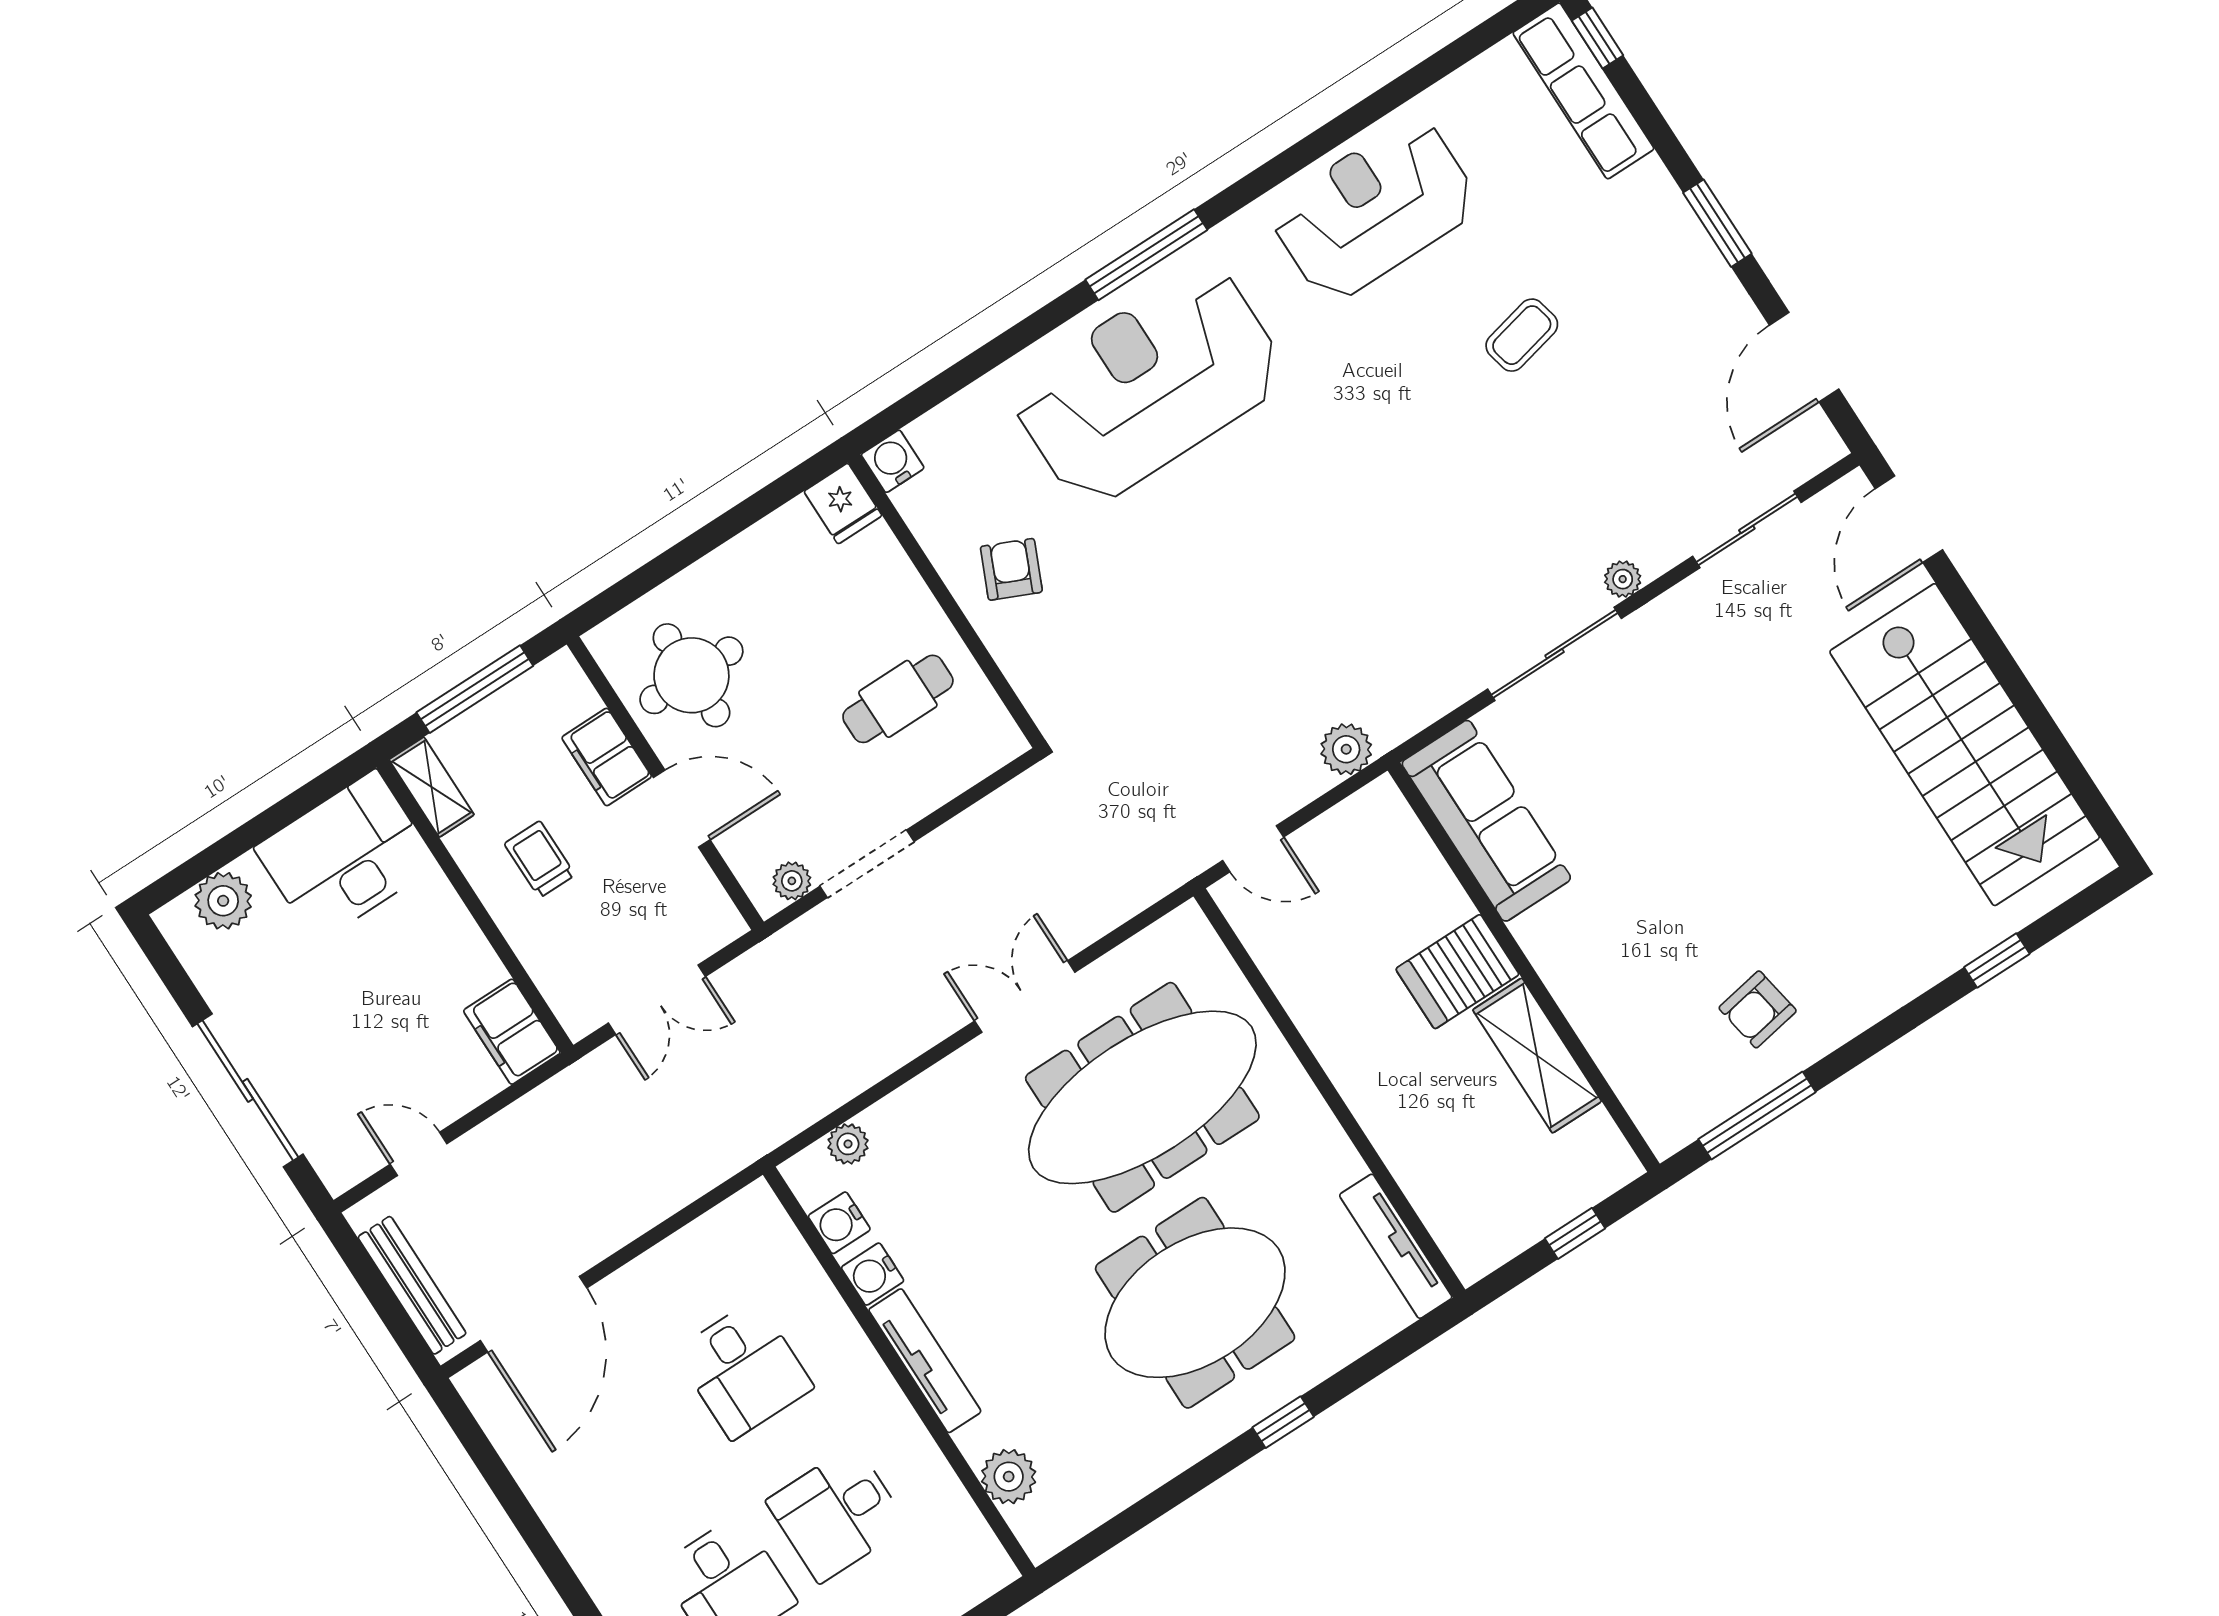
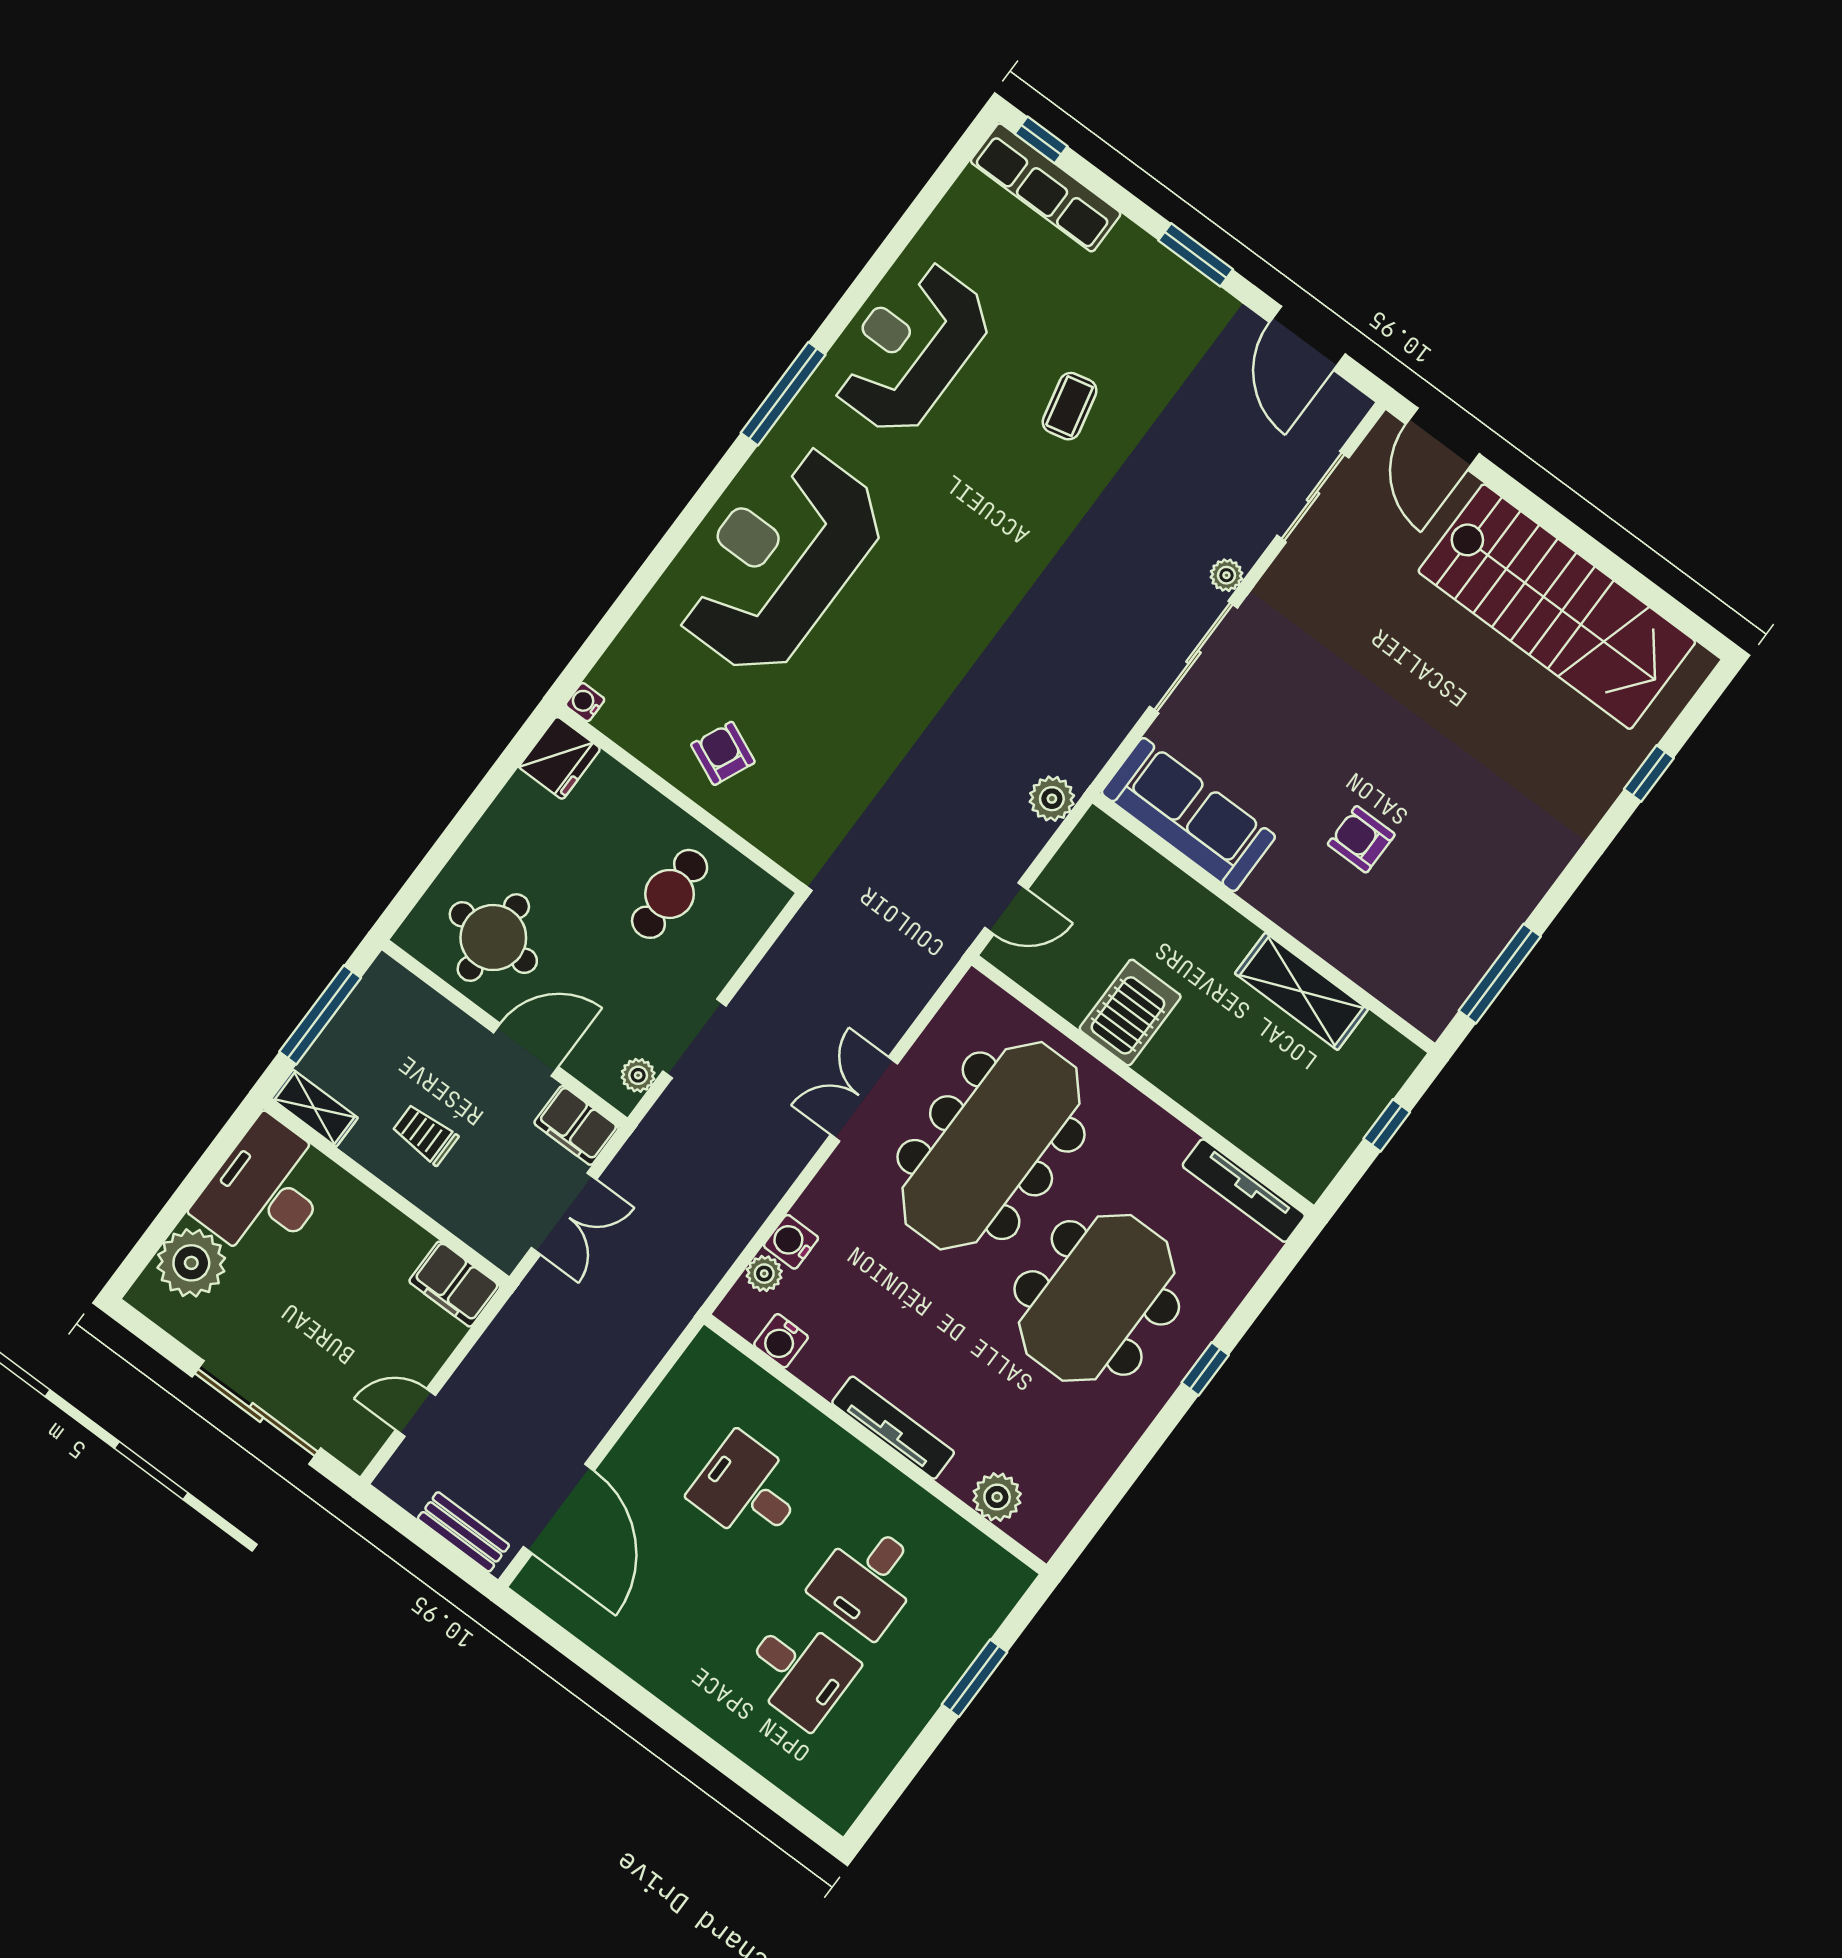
window: (1146, 255) -> (783, 394), moved
water cooler: (893, 461) -> (585, 702), width x0.72, depth x0.72
fridge: (843, 503) -> (560, 758), width x1.38
filing cabinet: (607, 757) -> (576, 1125), moved
plant: (223, 901) -> (191, 1263), width x1.36, depth x1.36
server rack: (1457, 972) -> (1130, 1013), moved, turned 180
armchair: (1758, 1009) -> (1361, 839), moved, turned 100
water cooler: (873, 1274) -> (791, 1242), moved, turned 90
bench: (412, 1285) -> (463, 1532), width x0.73
desk: (744, 1369) -> (748, 1490), turned 180

